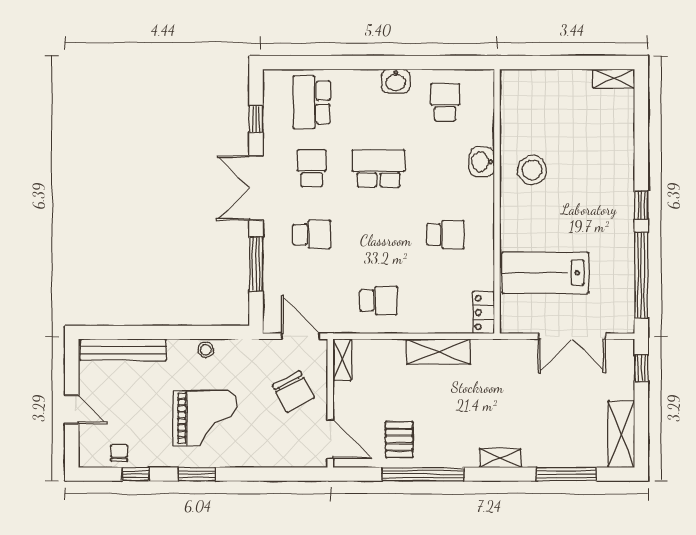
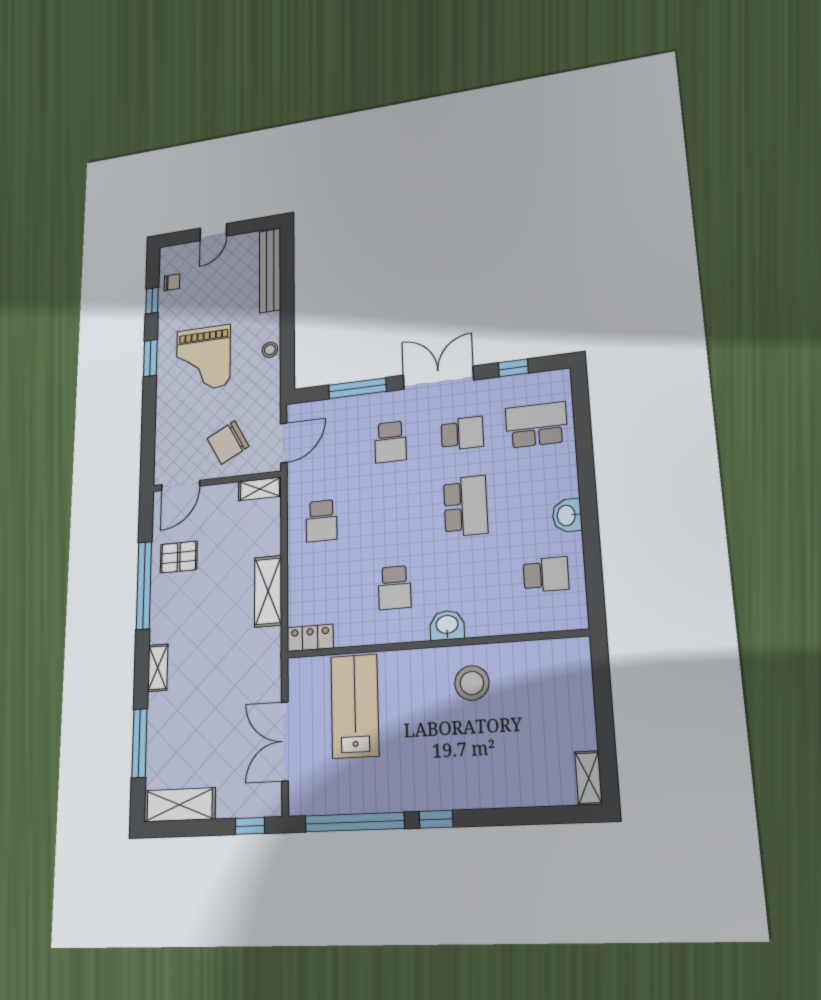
washbasin: (482, 162) -> (447, 625), moved

